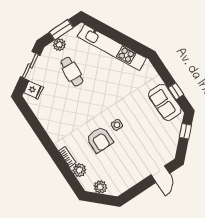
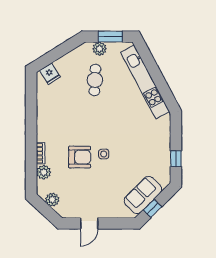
sliding door: (30, 66) -> (61, 50), removed
sofa: (165, 102) -> (143, 195), moved, turned 45
window: (185, 131) -> (153, 208), moved
armchair: (100, 140) -> (80, 157), turned -90
door: (160, 174) -> (89, 223), moved

